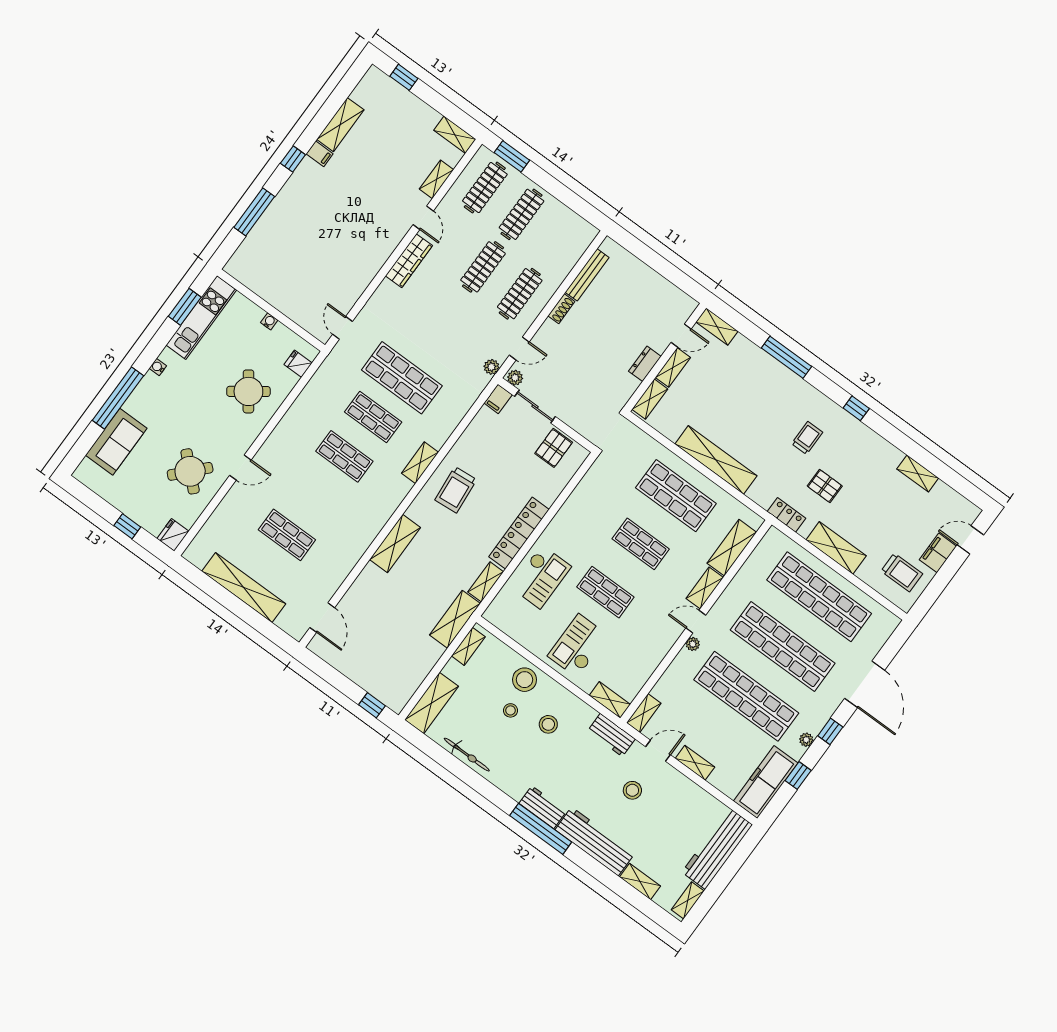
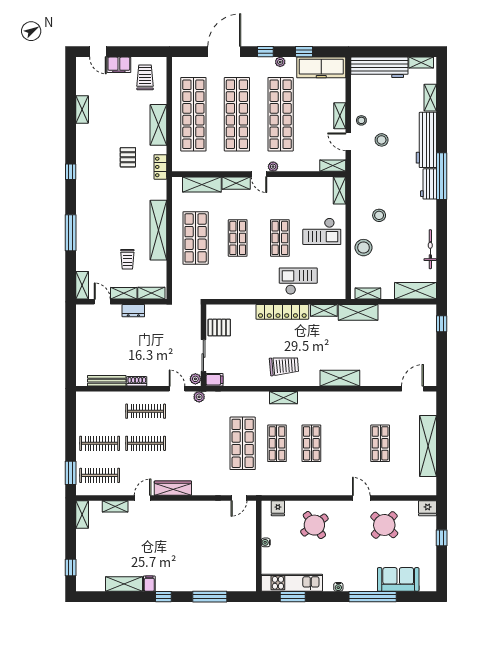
trolley: (807, 438) -> (127, 259), moved, turned -90
stool: (510, 710) -> (361, 120), moved
workbench: (611, 735) -> (359, 175), removed

